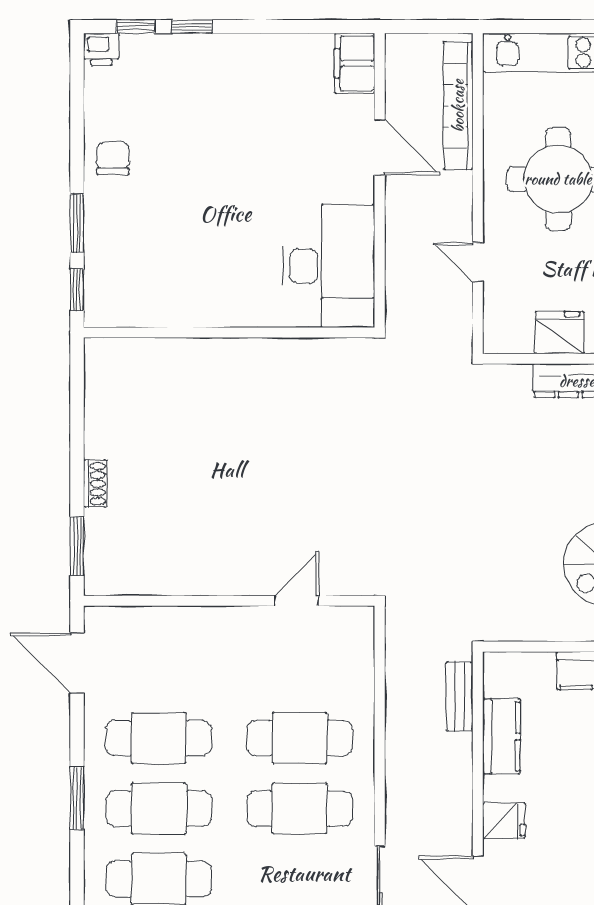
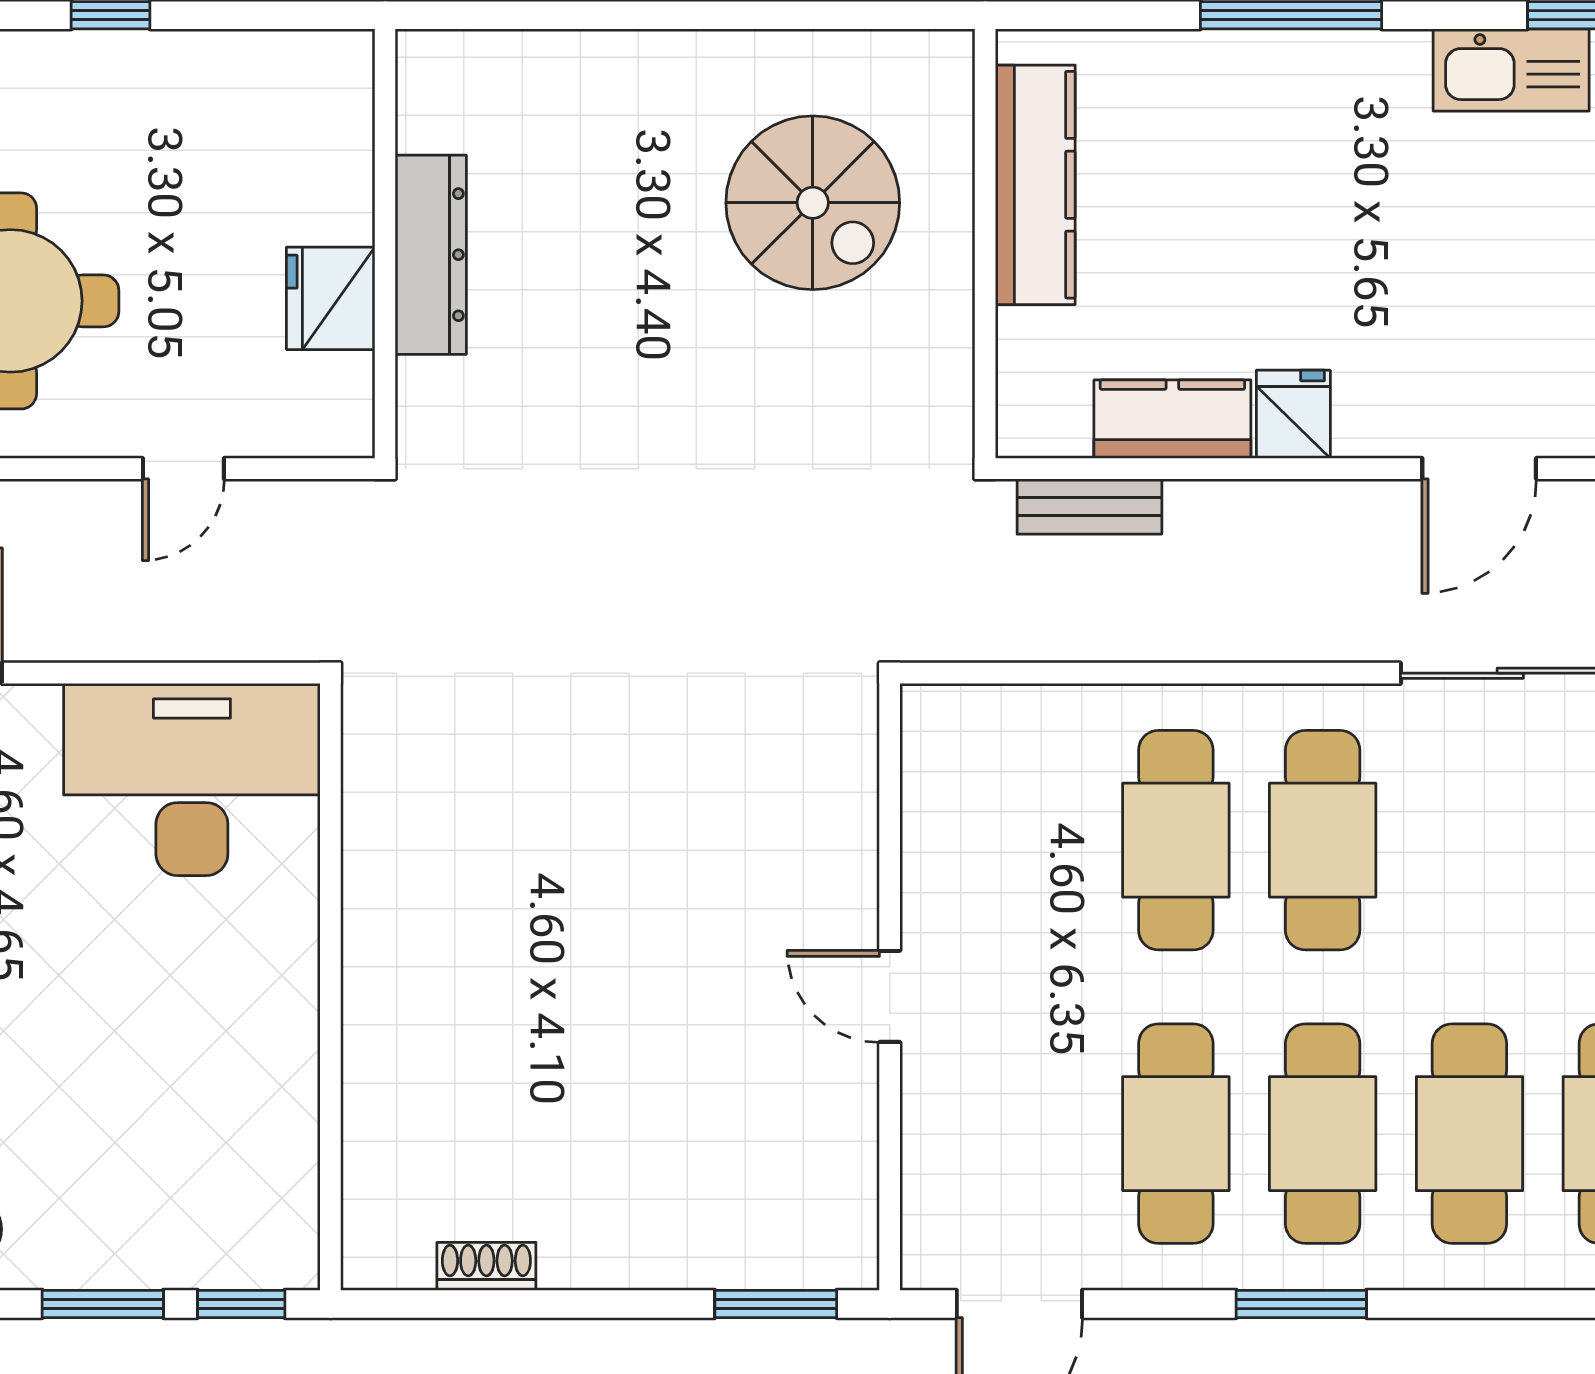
shoe rack: (95, 484) -> (486, 1266), moved
door: (297, 601) -> (890, 996), moved
fridge: (504, 821) -> (1293, 414), moved

